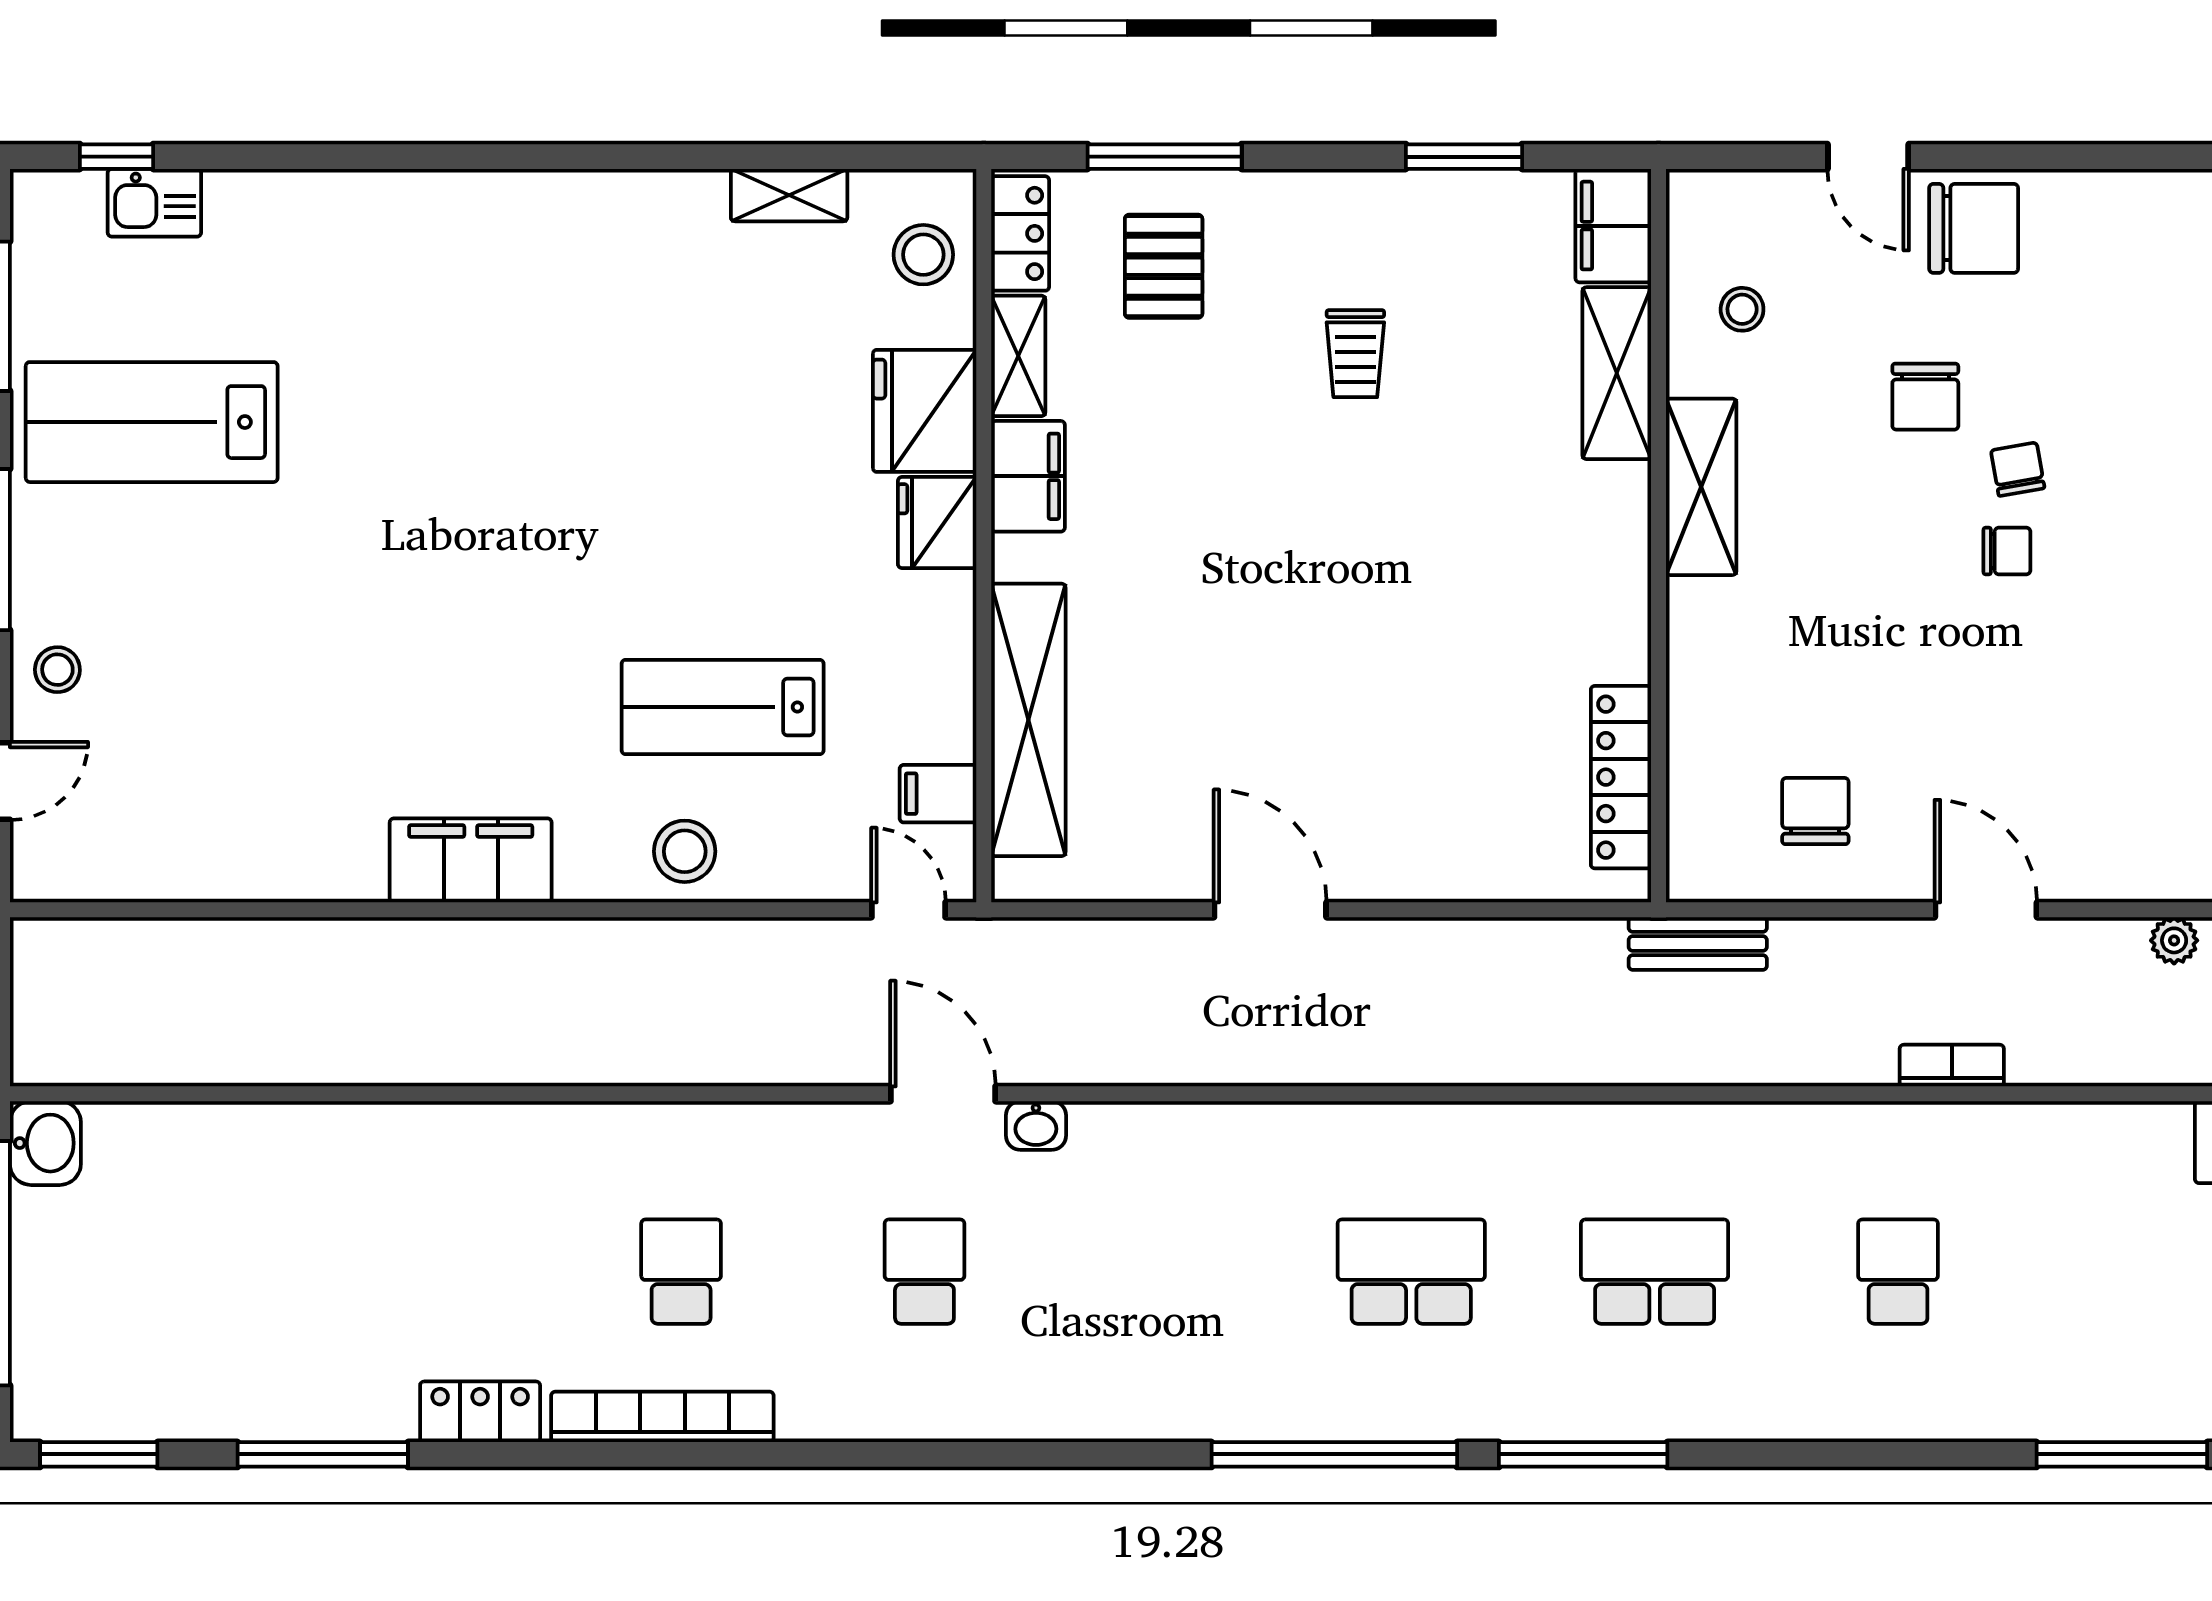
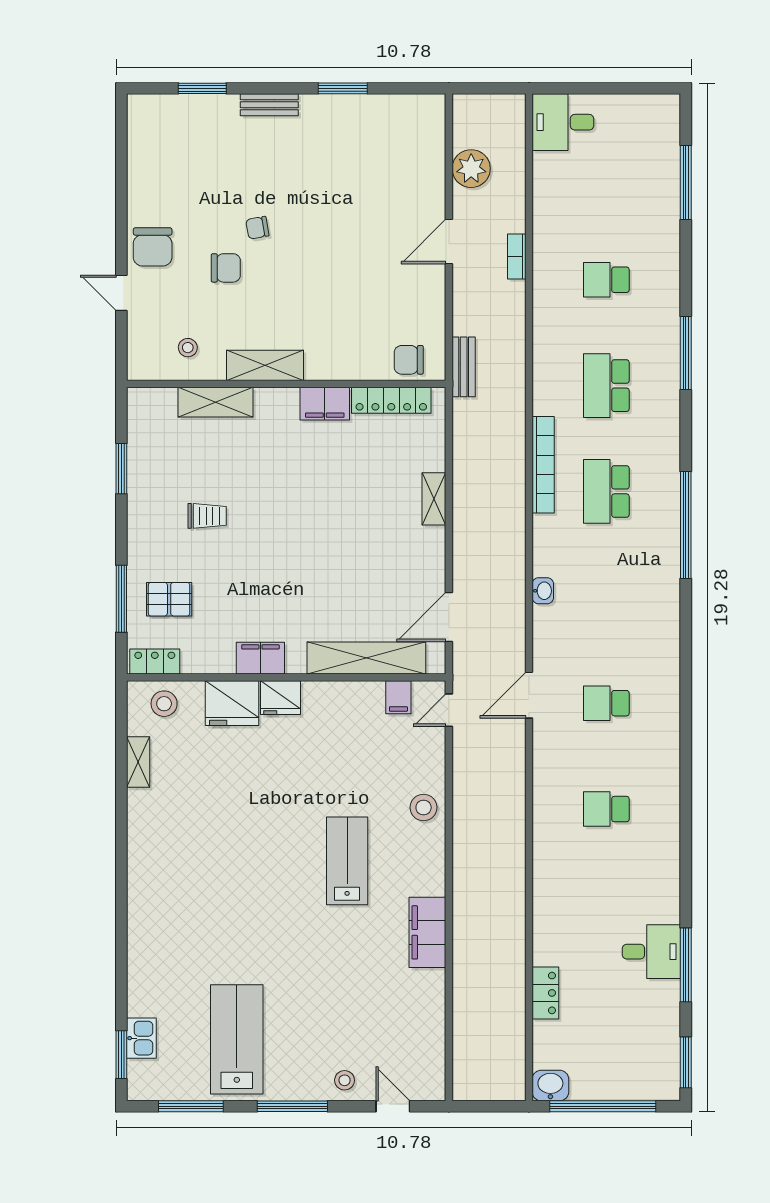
window: (117, 157) -> (121, 1055), width x1.50
door: (1868, 157) -> (121, 293), swing flipped
filing cabinet: (1613, 226) -> (325, 404), moved
chair: (1974, 228) -> (153, 247), turned 180
shelving: (1018, 356) -> (434, 499), moved, turned 90
lab bench: (152, 422) -> (237, 1039), turned 180
chair: (2007, 551) -> (293, 232), removed
lab bench: (723, 707) -> (347, 861), moved, turned 180
chair: (1815, 811) -> (409, 360), moved
filing cabinet: (471, 860) -> (427, 932), moved
door: (1270, 910) -> (449, 617), moved
plant: (2174, 940) -> (471, 169), width x1.88, depth x1.88
washbasin: (1036, 1125) -> (543, 591), moved
desk: (353, 1375) -> (651, 952), added
locker: (480, 1412) -> (545, 993), moved, turned 180
bookcase: (662, 1417) -> (543, 465), moved, turned 180
window: (1583, 1454) -> (686, 353), moved

